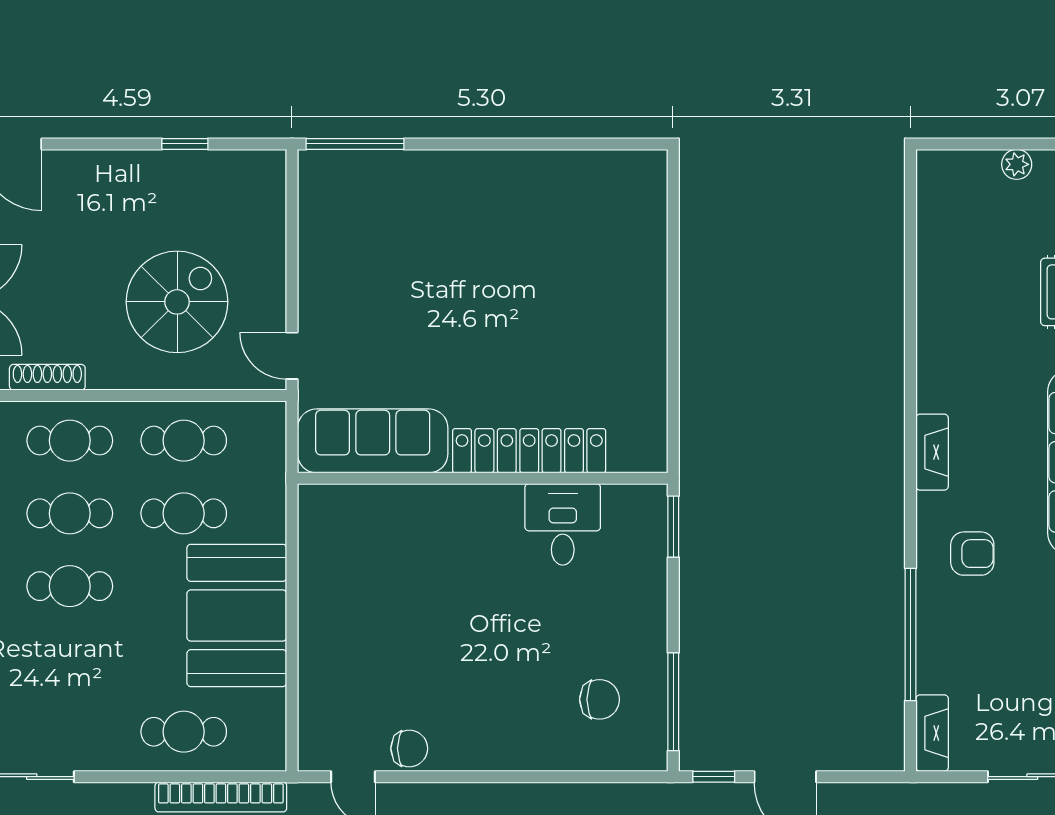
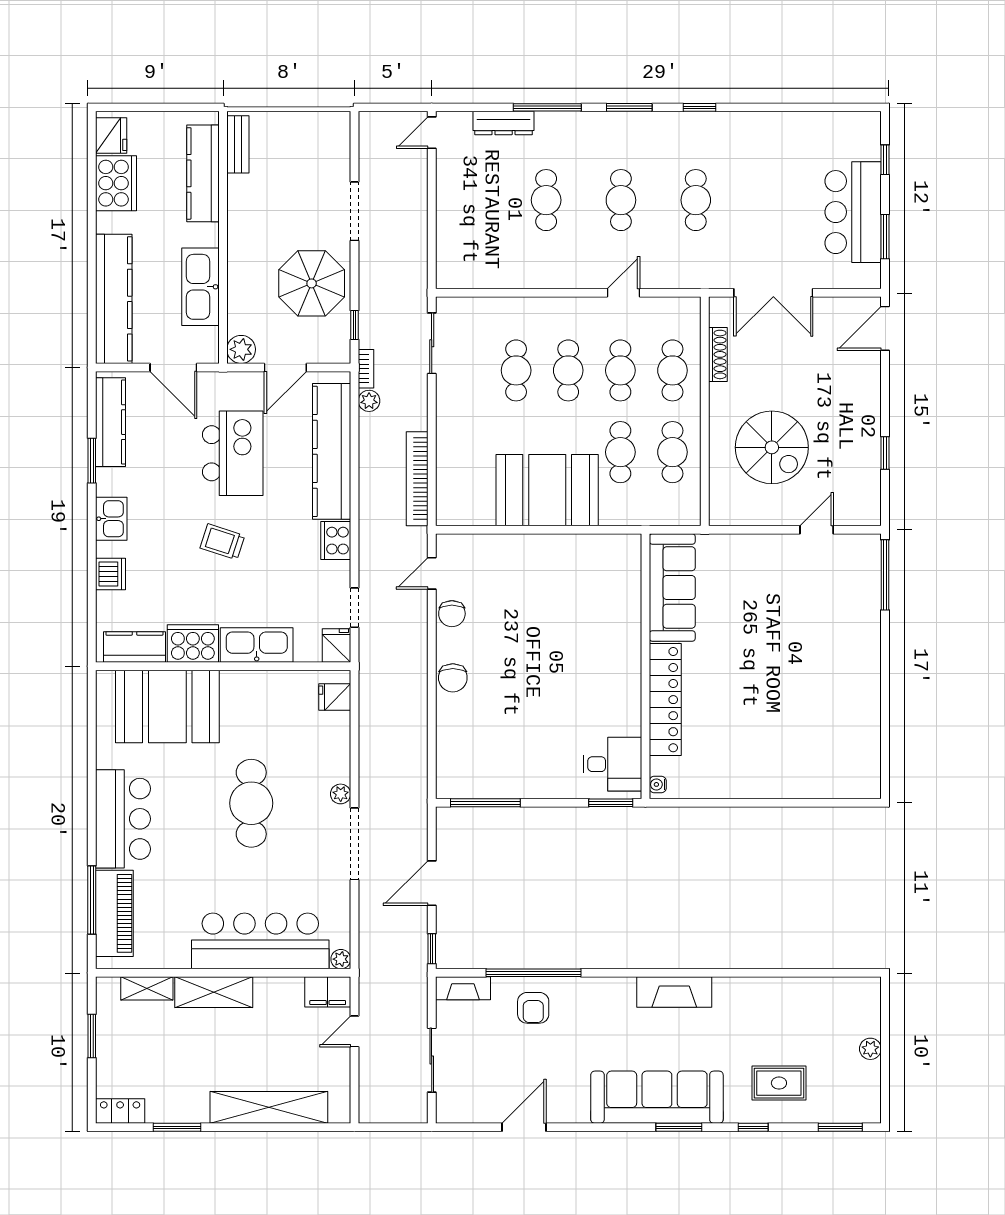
door: (292, 356) -> (817, 530), moved
fireplace: (932, 452) -> (674, 992), width x1.37, depth x1.32
water cooler: (648, 461) -> (658, 784), added
desk: (563, 524) -> (612, 764), moved
armchair: (972, 554) -> (533, 1008), moved
chair: (600, 699) -> (453, 678), moved
cafe table: (184, 732) -> (516, 370), moved
window: (714, 777) -> (432, 949), moved

